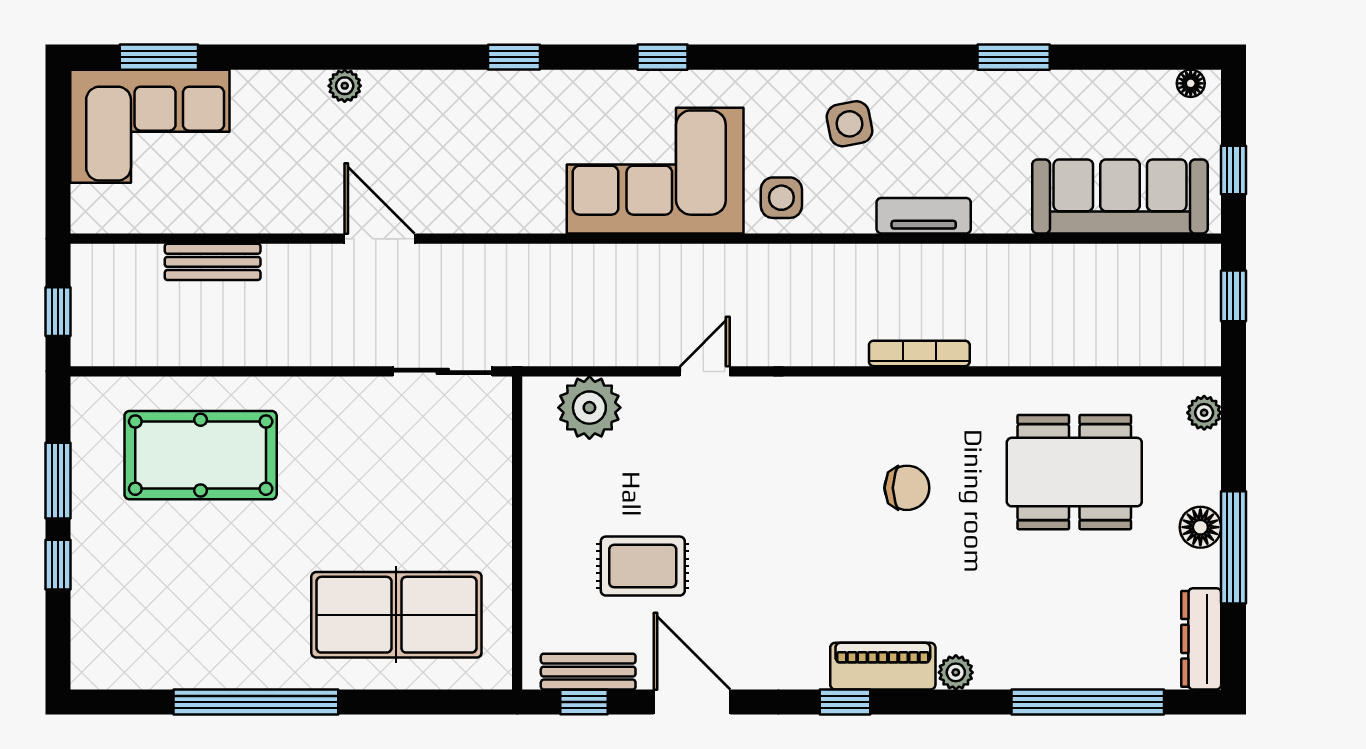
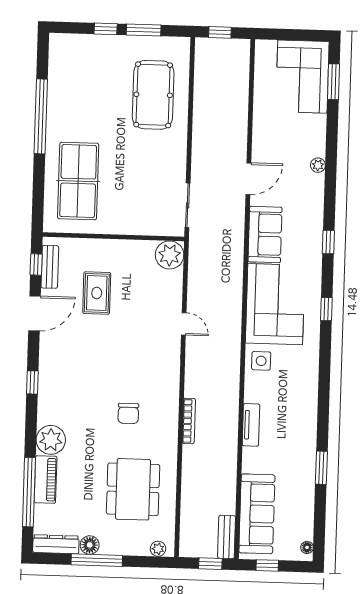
side table: (849, 124) -> (294, 393), removed
sofa: (502, 198) -> (265, 235), added
bench: (213, 262) -> (227, 537), moved
plant: (589, 408) -> (170, 255), moved
floor lamp: (1200, 527) -> (90, 545), moved
piano: (883, 666) -> (46, 480), moved
plant: (956, 672) -> (51, 440), width x1.88, depth x1.88

